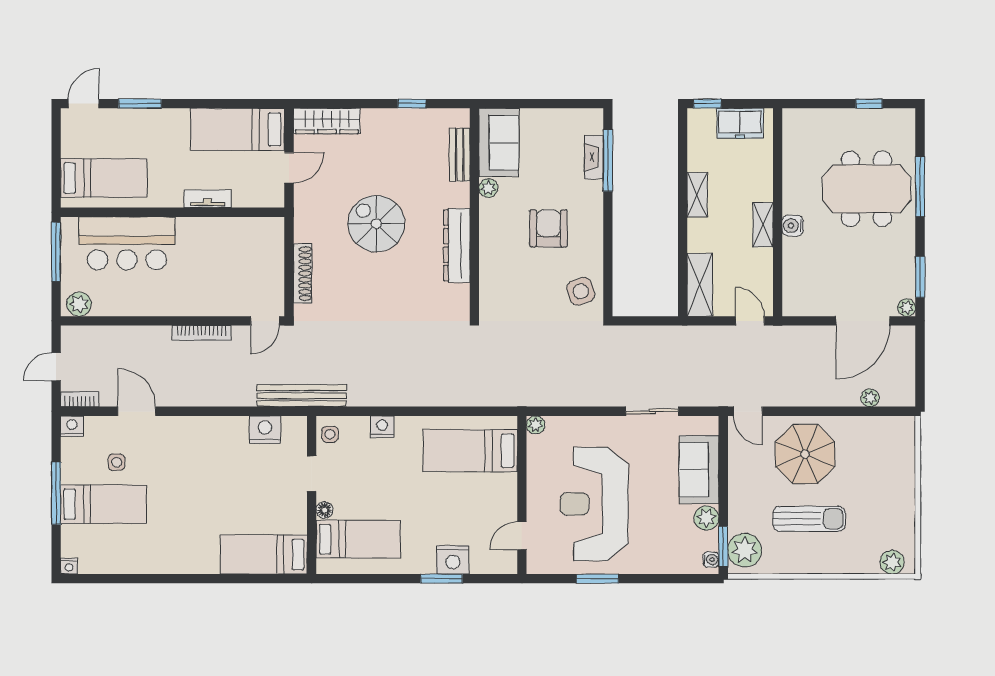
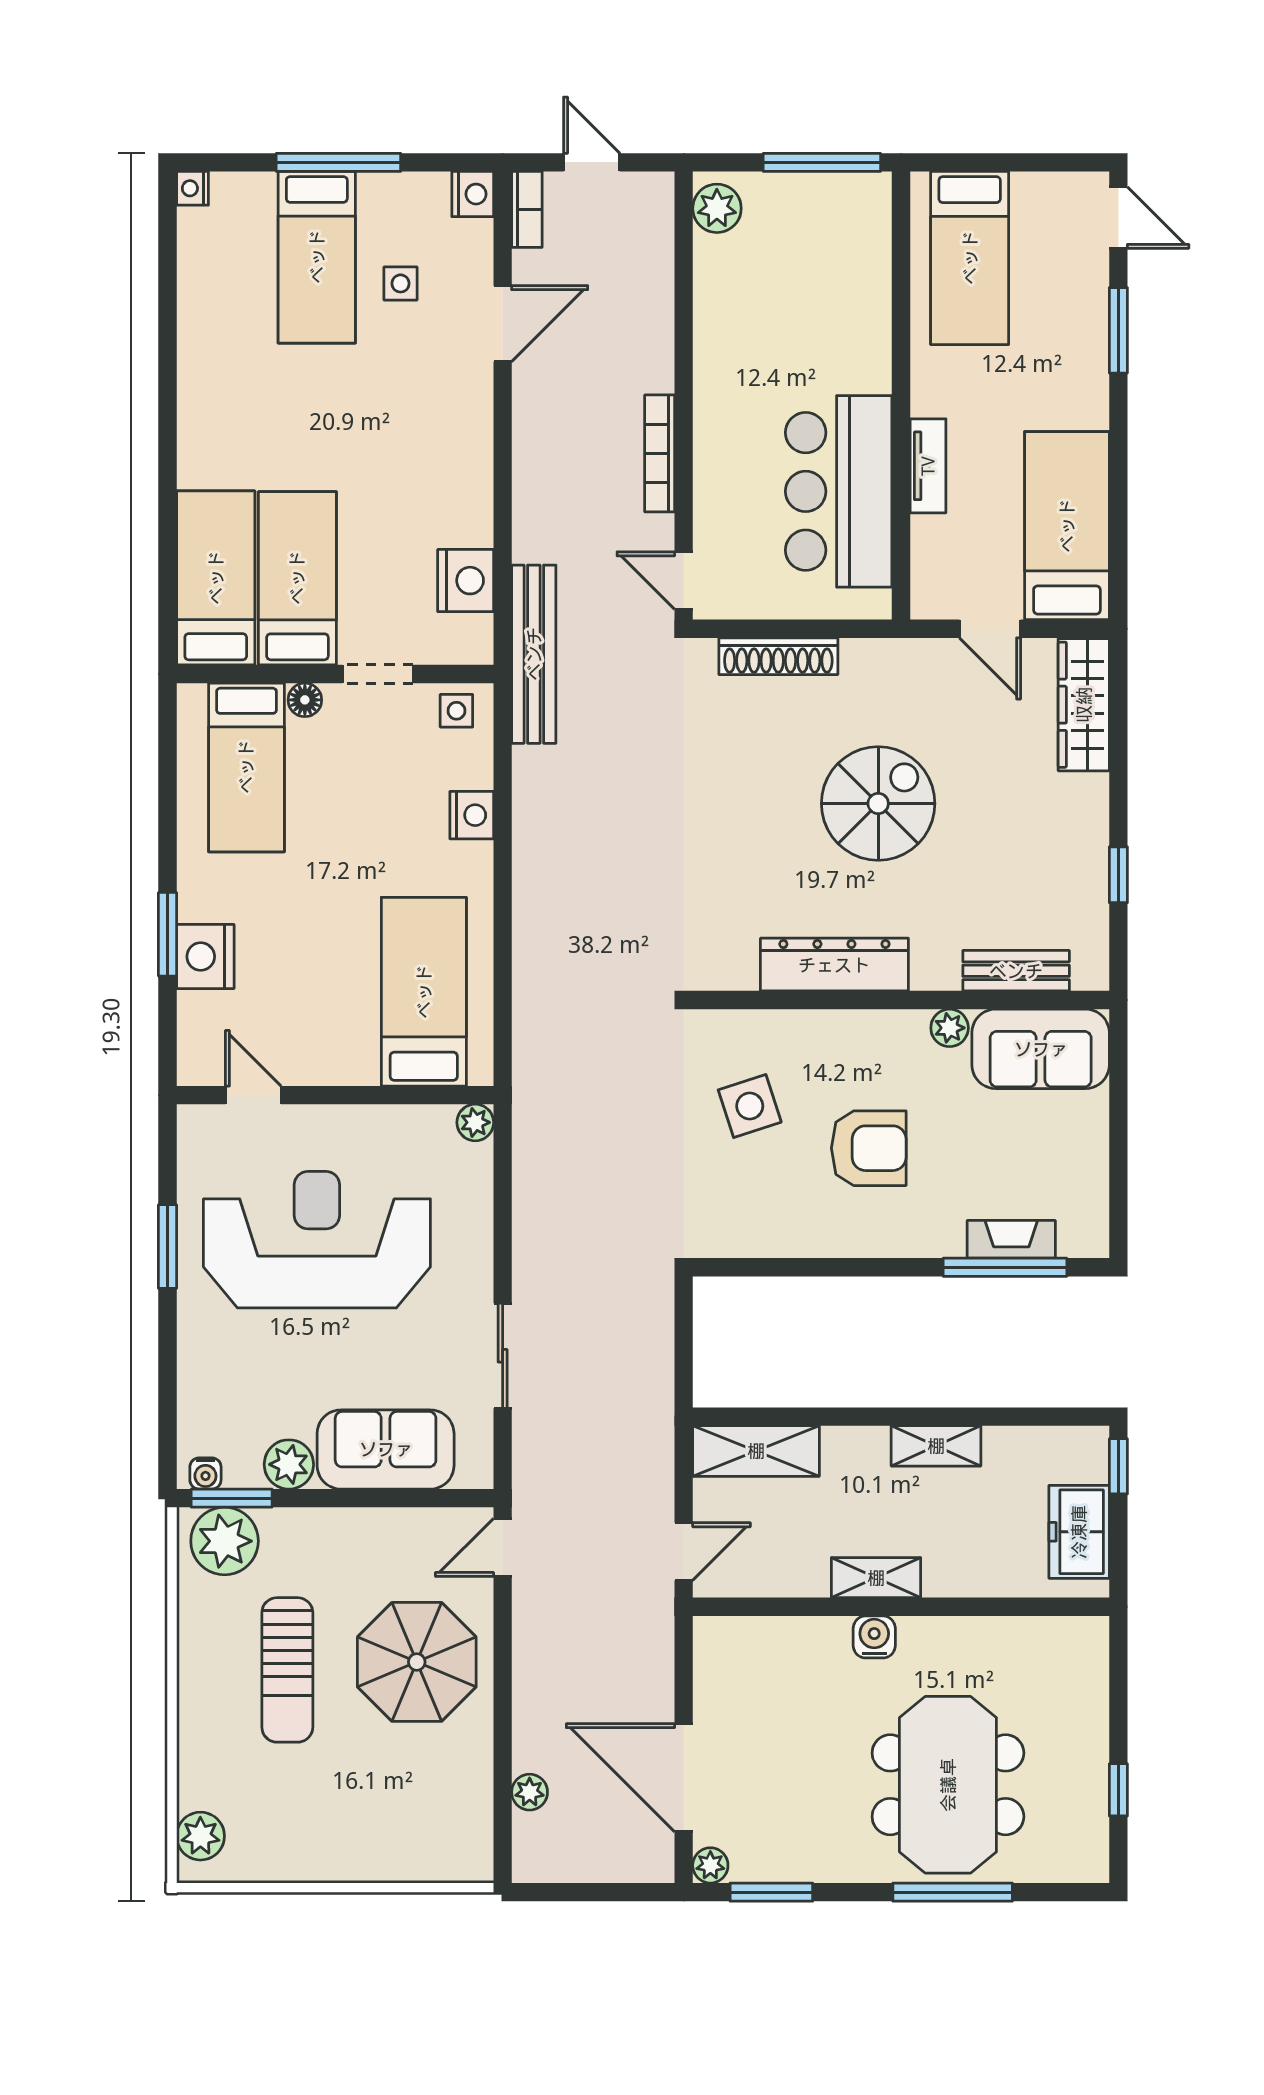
bar counter: (127, 243) -> (839, 491), moved
side table: (581, 291) -> (750, 1106), moved
bed: (264, 514) -> (297, 578), added

